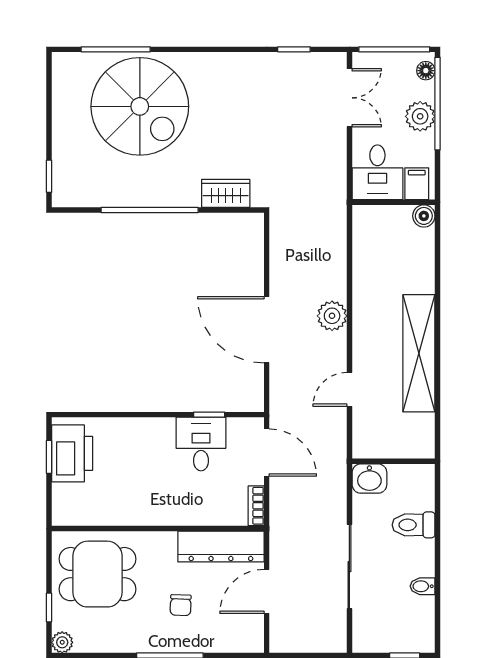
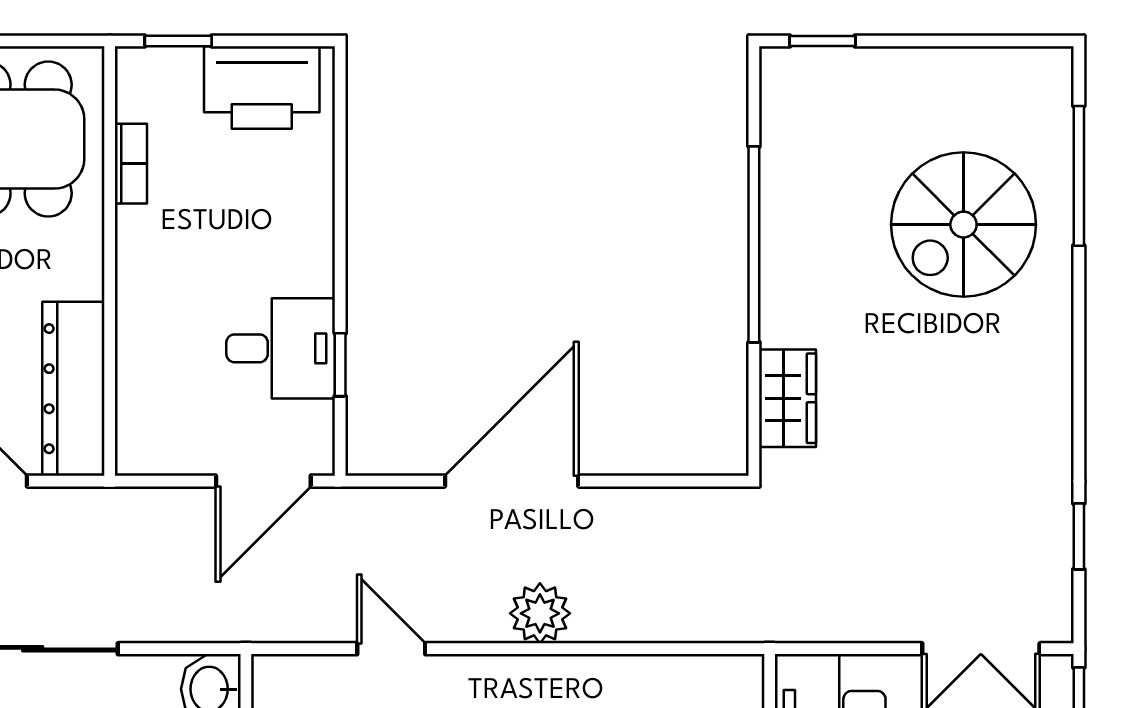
spiral stairs: (140, 106) -> (963, 225), width x0.73, depth x0.73
window: (49, 457) -> (178, 41), moved
bookcase: (256, 506) -> (131, 164), moved, turned 90

